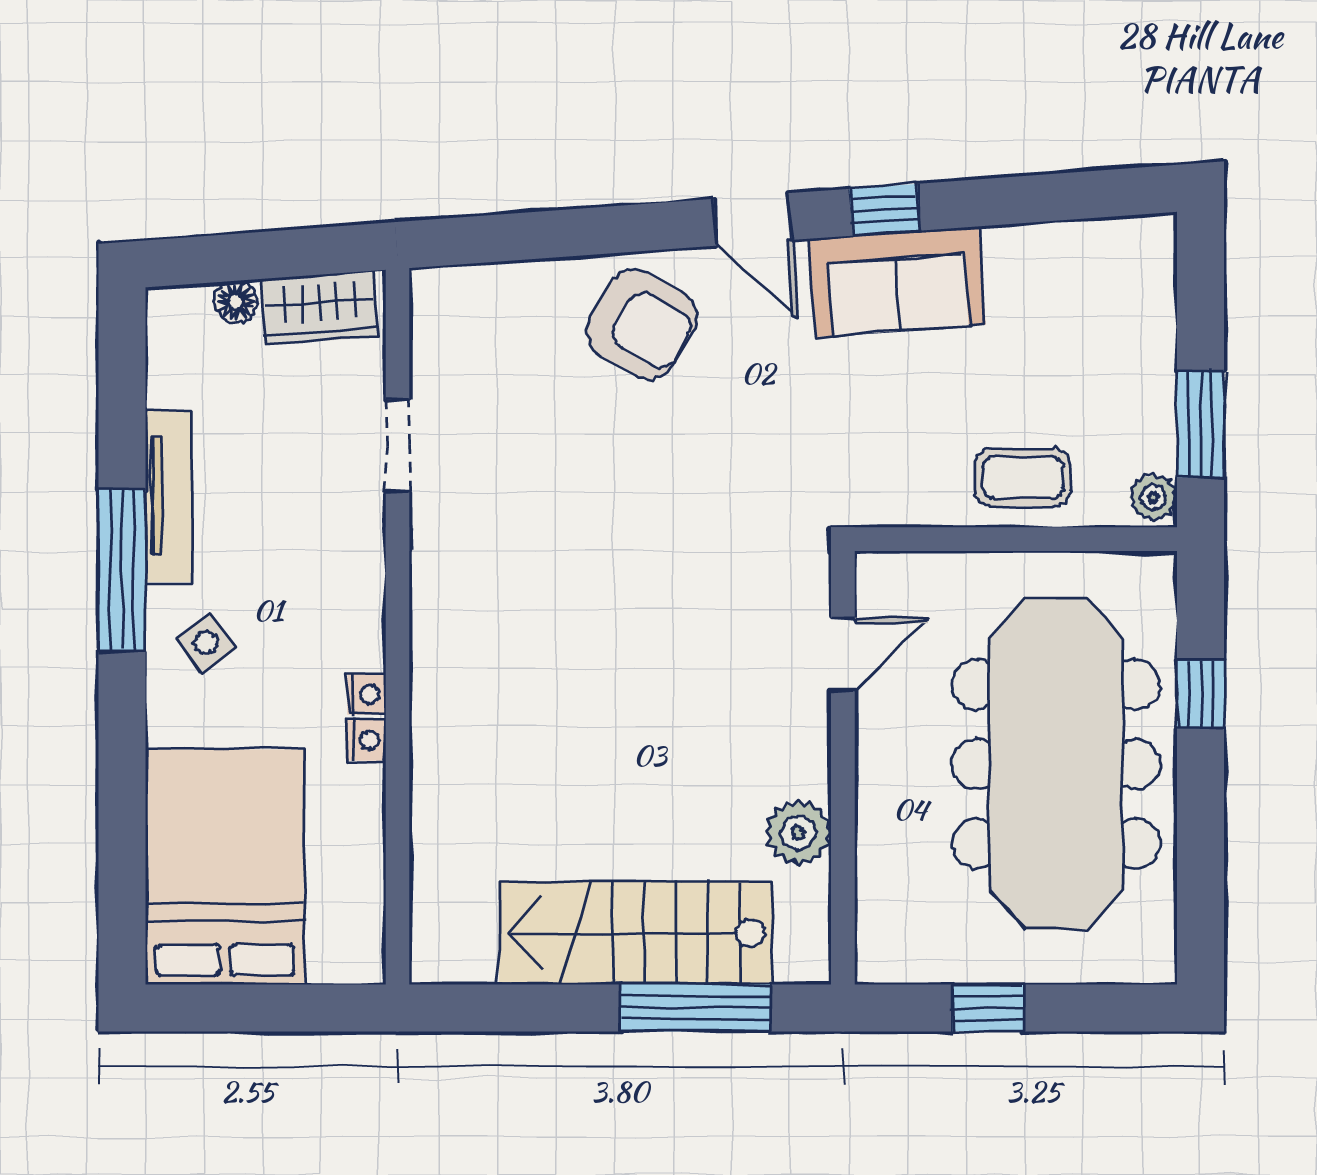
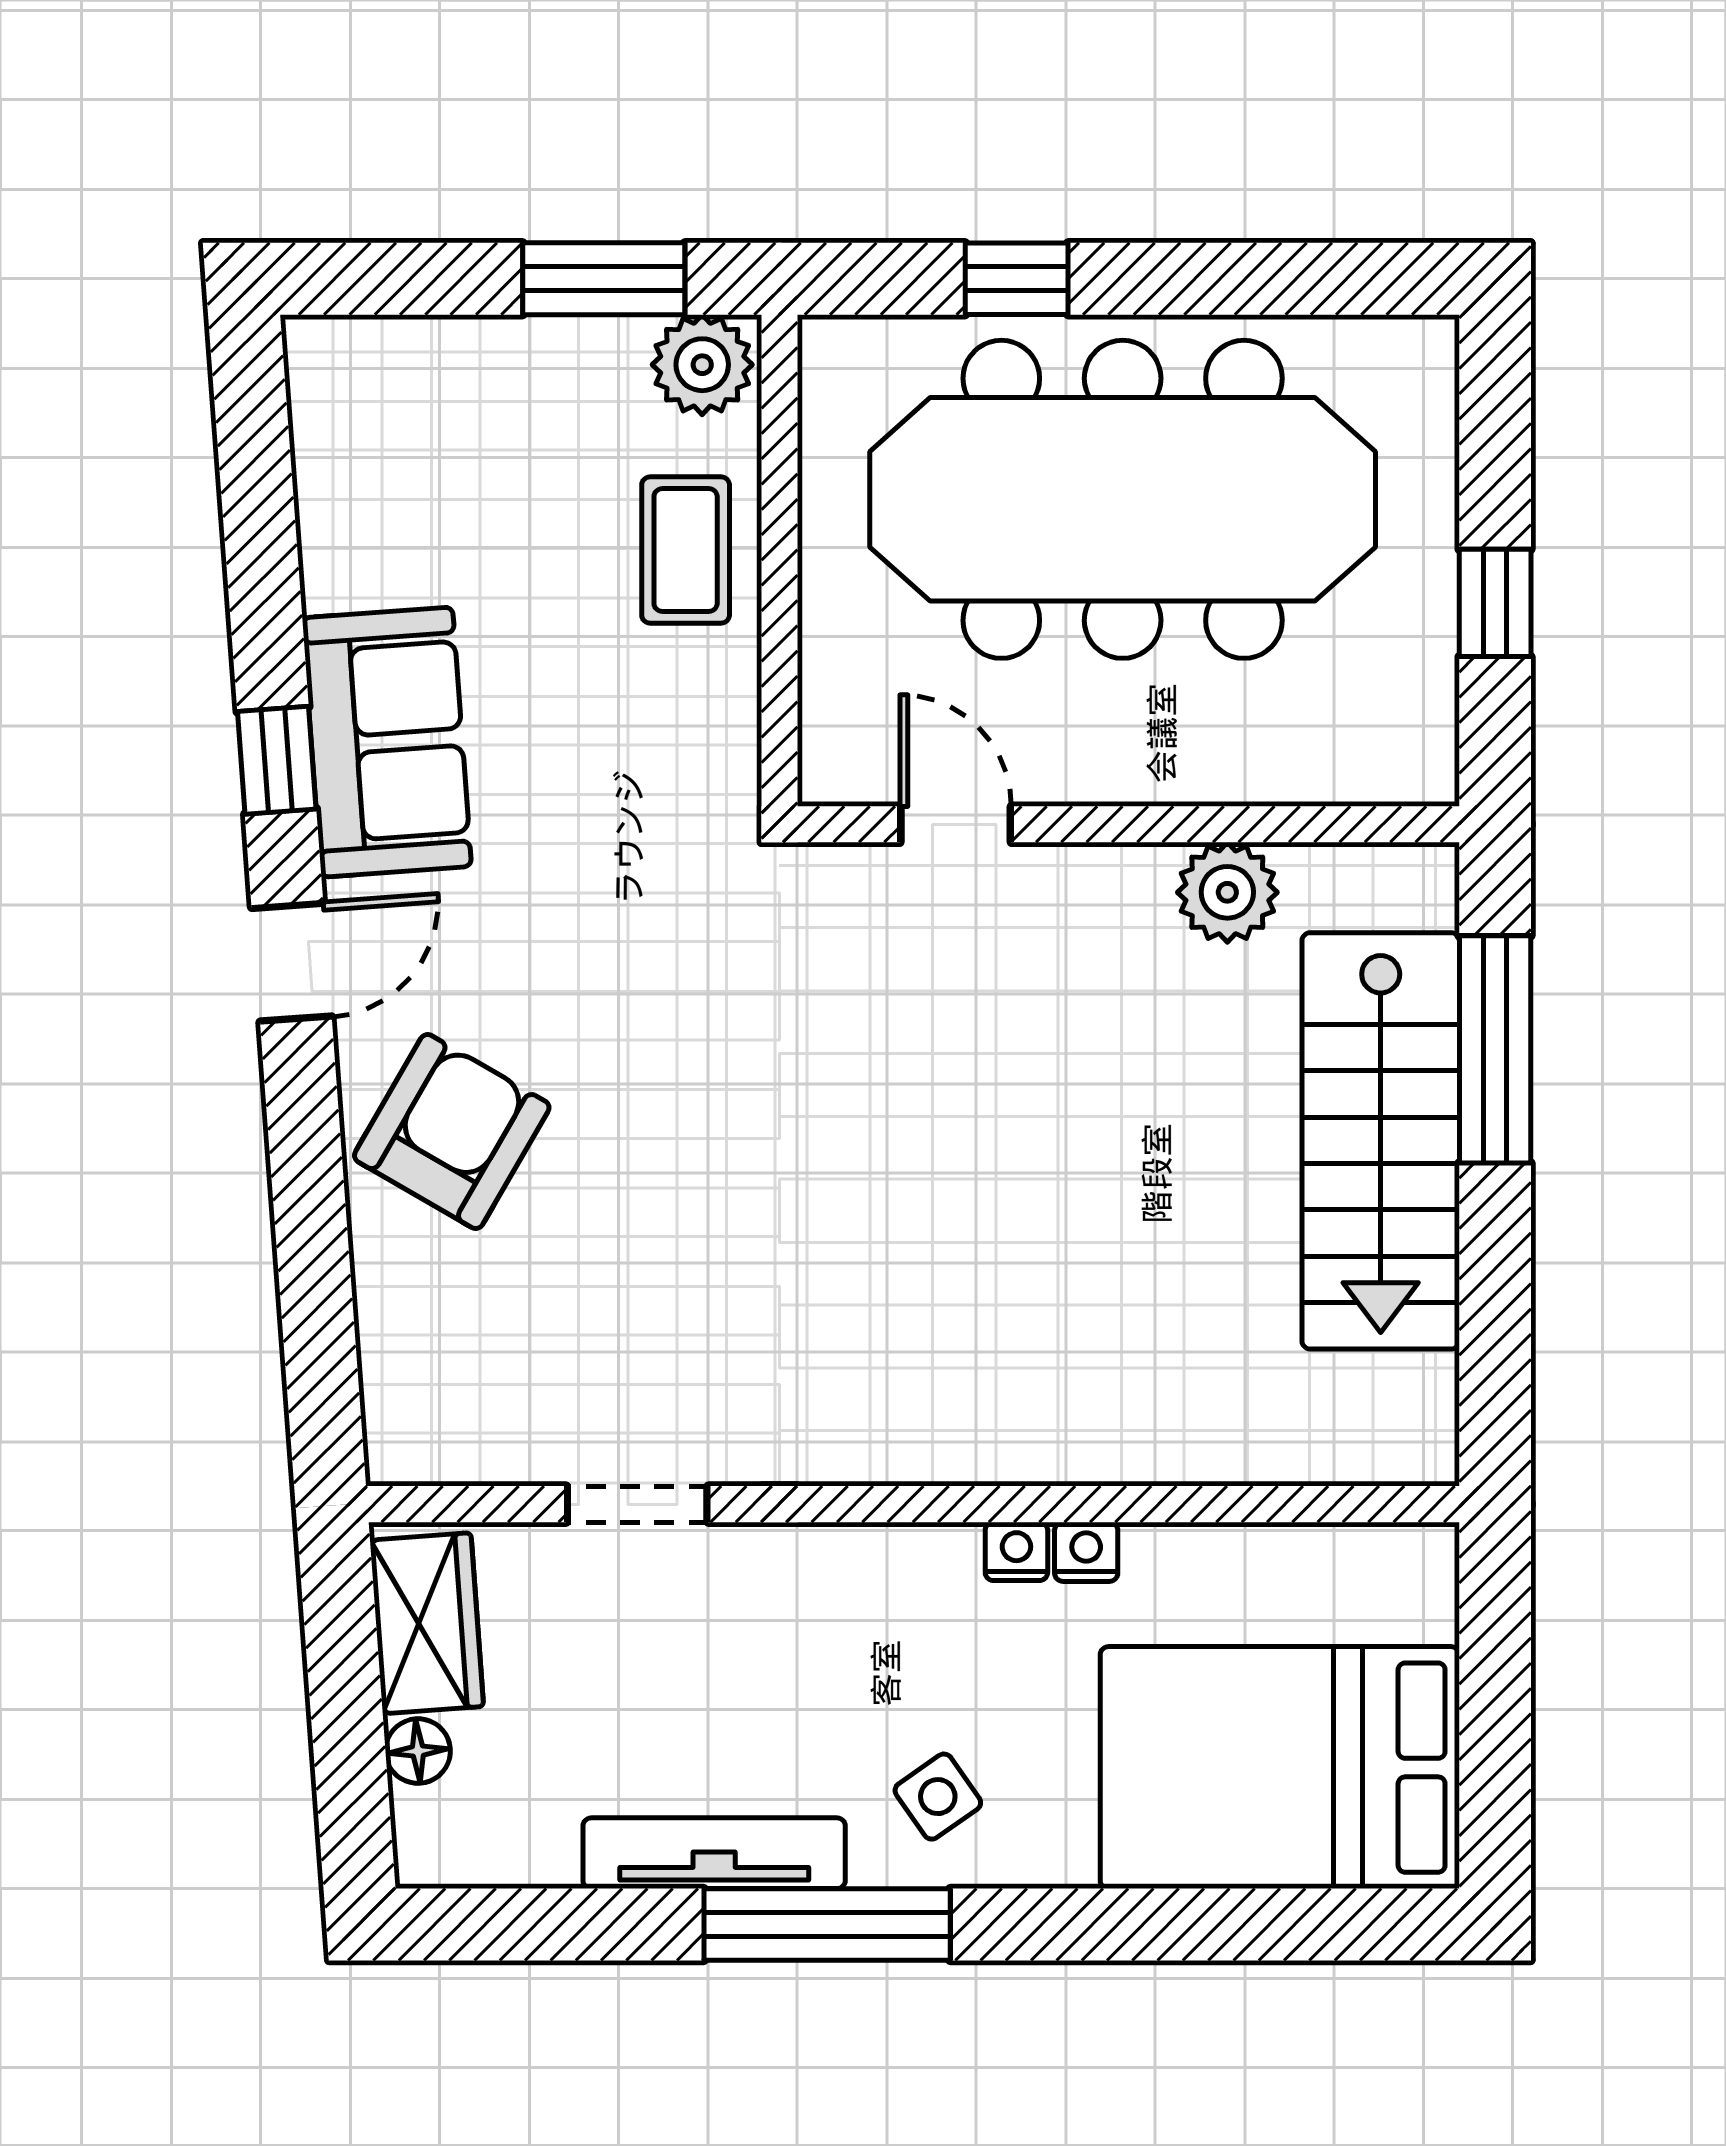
plant: (1153, 497) -> (702, 365), width x1.38, depth x1.38

